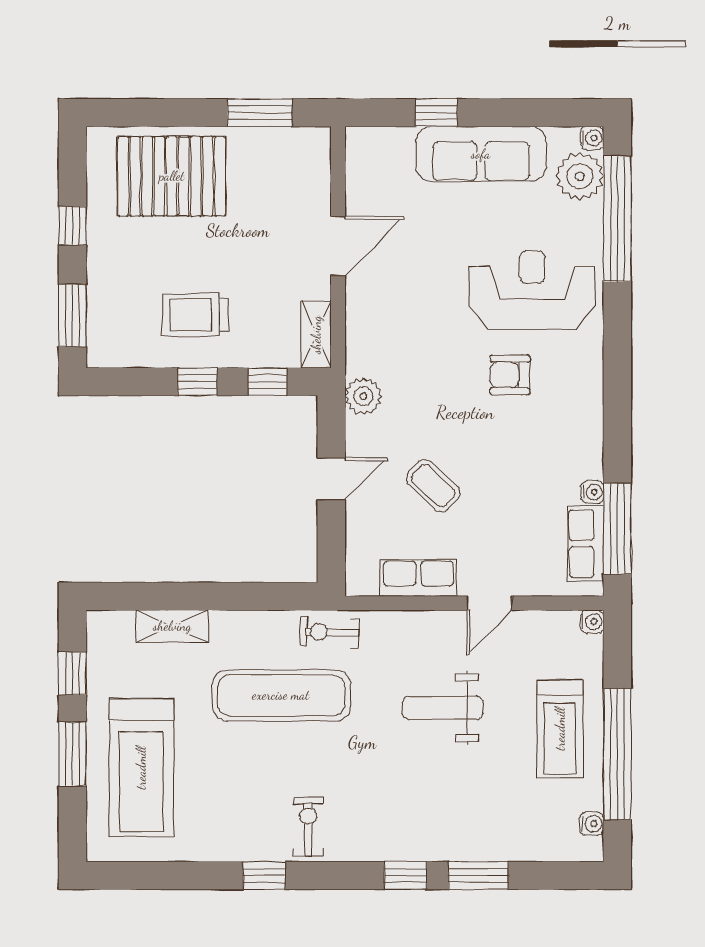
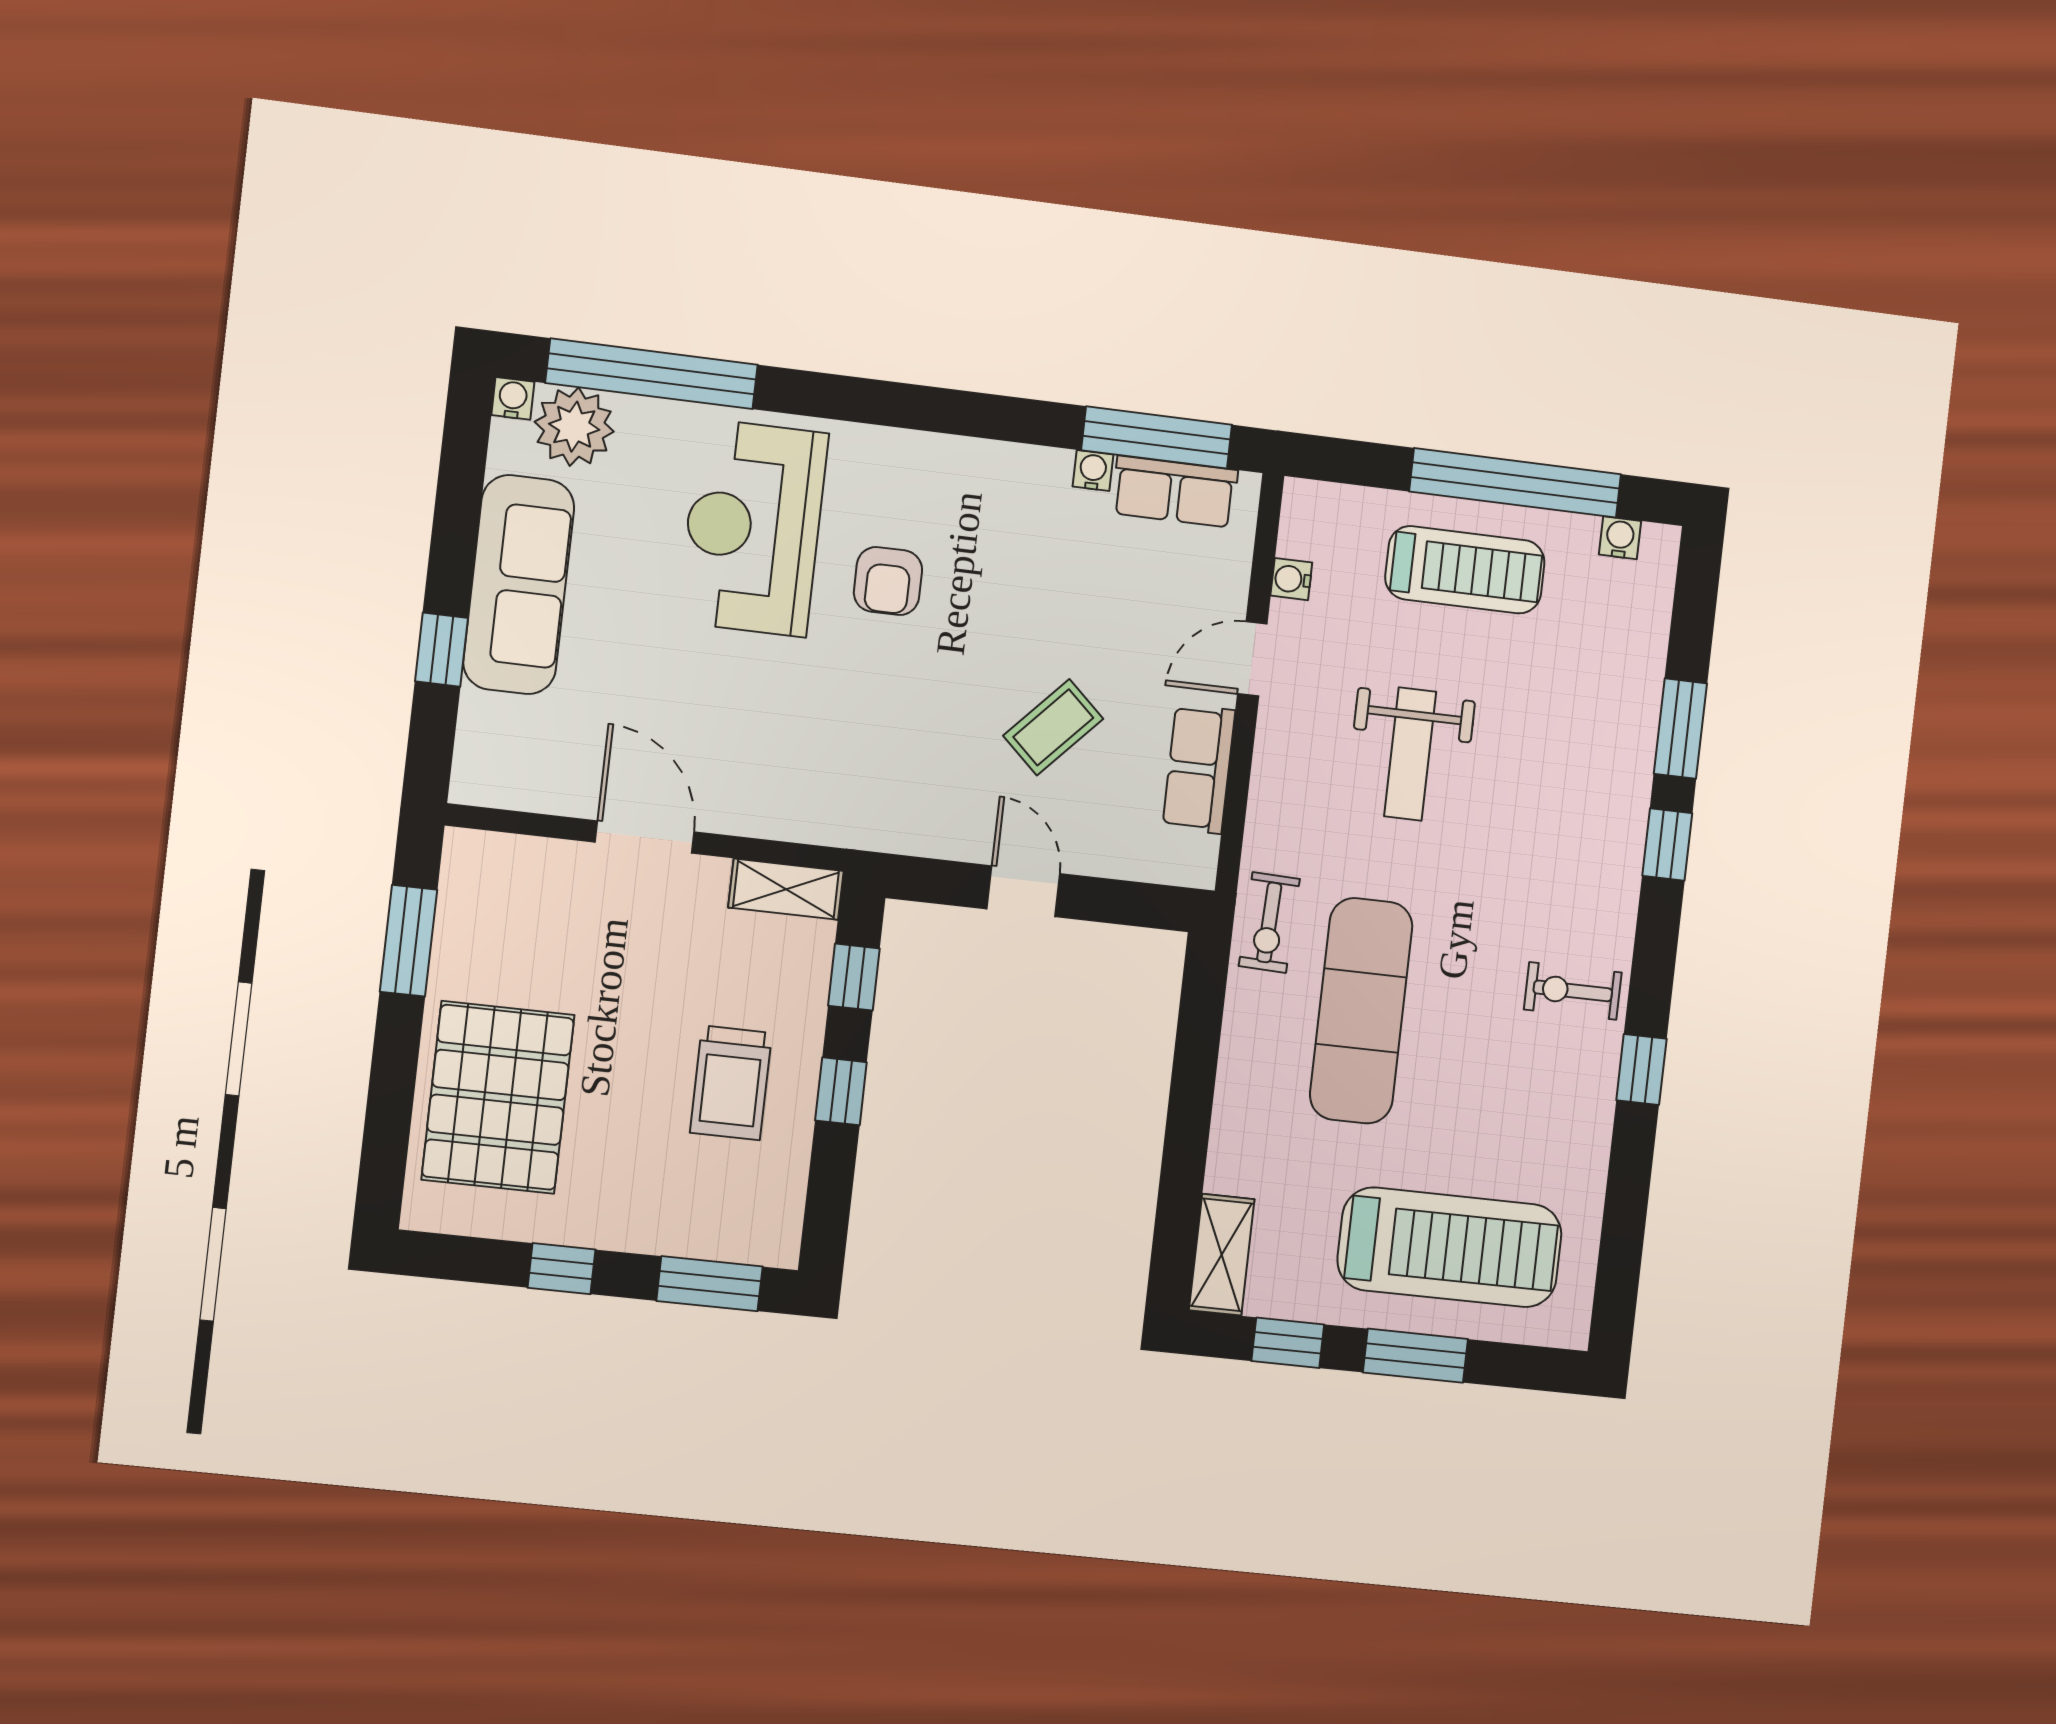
plant: (363, 396) -> (895, 824), removed
door: (489, 603) -> (1252, 659), swing flipped
water cooler: (592, 622) -> (1291, 579), moved, turned -90
shelving: (172, 626) -> (1222, 1255), moved

